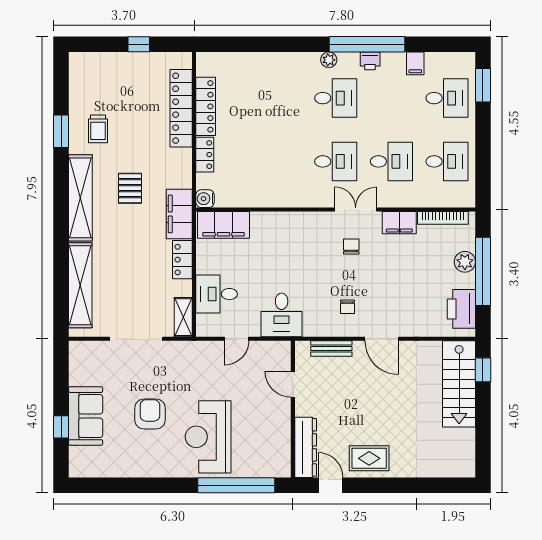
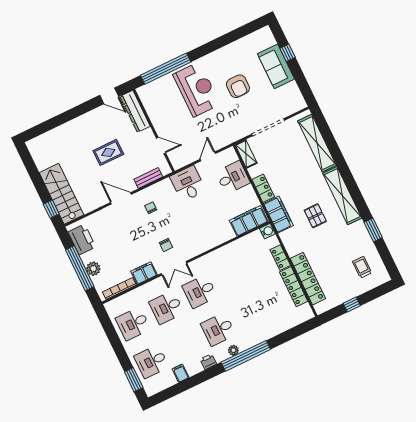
window: (367, 44) -> (246, 356), moved
trolley: (98, 129) -> (362, 267), moved
rug: (369, 458) -> (108, 152), moved

